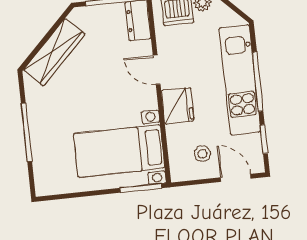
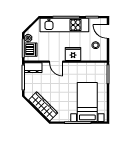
door: (157, 70) -> (56, 62), hinge flipped
bed with nightstands: (119, 151) -> (87, 102), moved, turned 180
door: (236, 178) -> (108, 32), hinge flipped

